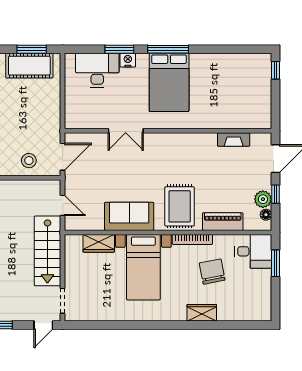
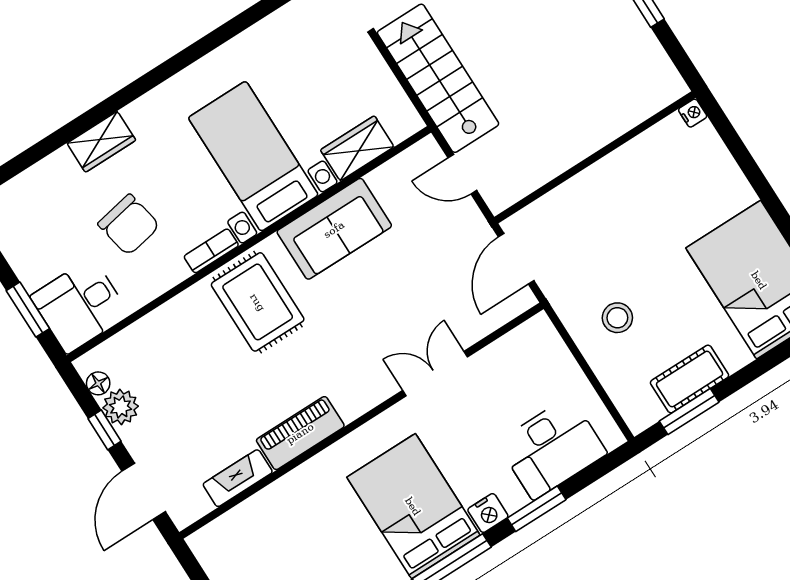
nightstand: (128, 60) -> (488, 513), moved
cot: (29, 66) -> (690, 379), width x0.73, depth x0.75
stool: (29, 161) -> (617, 318), moved
piano: (223, 222) -> (300, 433), moved, turned 180
bookcase: (192, 239) -> (211, 251), width x0.64

